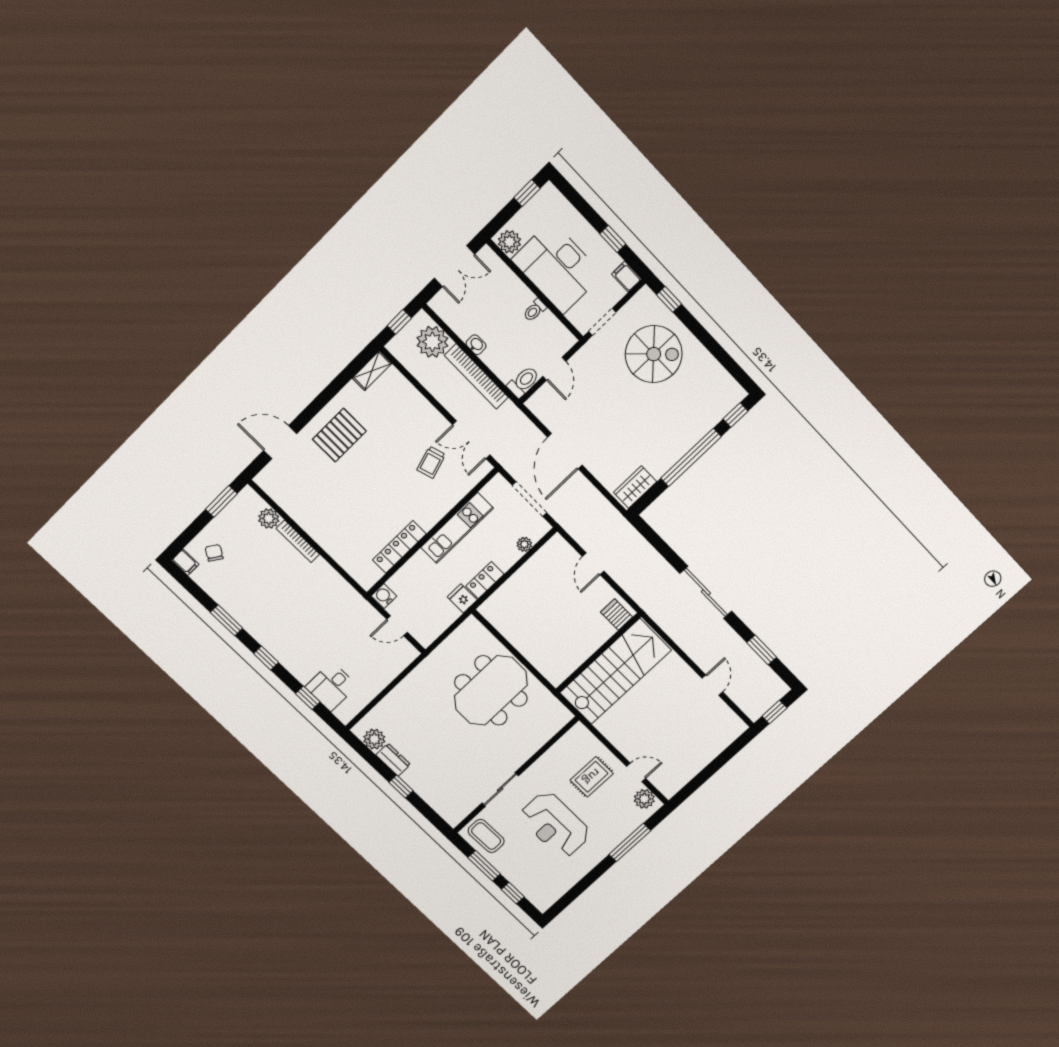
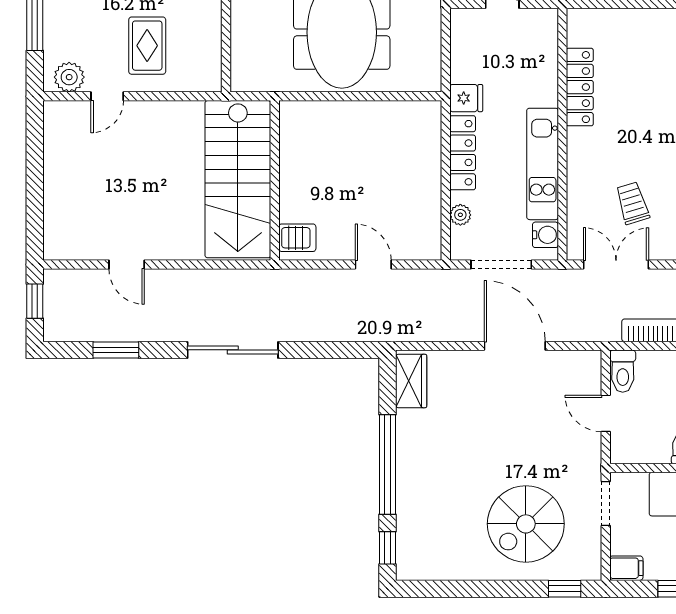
locker: (485, 580) -> (463, 153), width x1.53
water cooler: (384, 596) -> (545, 235), moved

